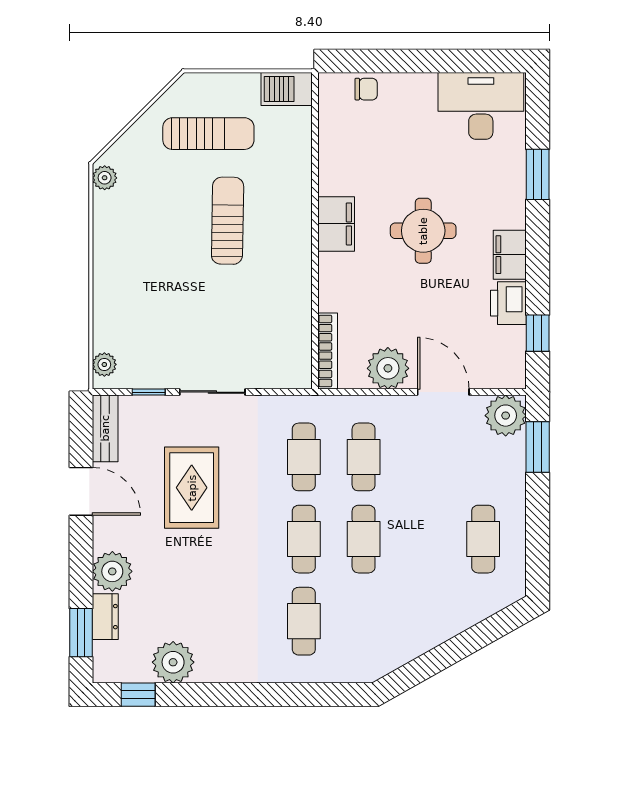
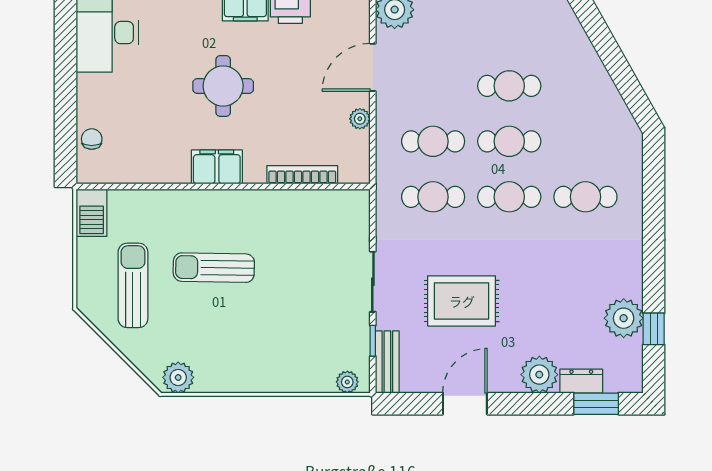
plant: (105, 178) -> (178, 377), width x1.38, depth x1.38
bookcase: (328, 351) -> (302, 175), moved
plant: (388, 368) -> (360, 119), width x0.53, depth x0.53
bench: (105, 428) -> (387, 362), moved, turned 90
cafe table: (483, 539) -> (509, 86), moved
window: (138, 695) -> (654, 329), moved

